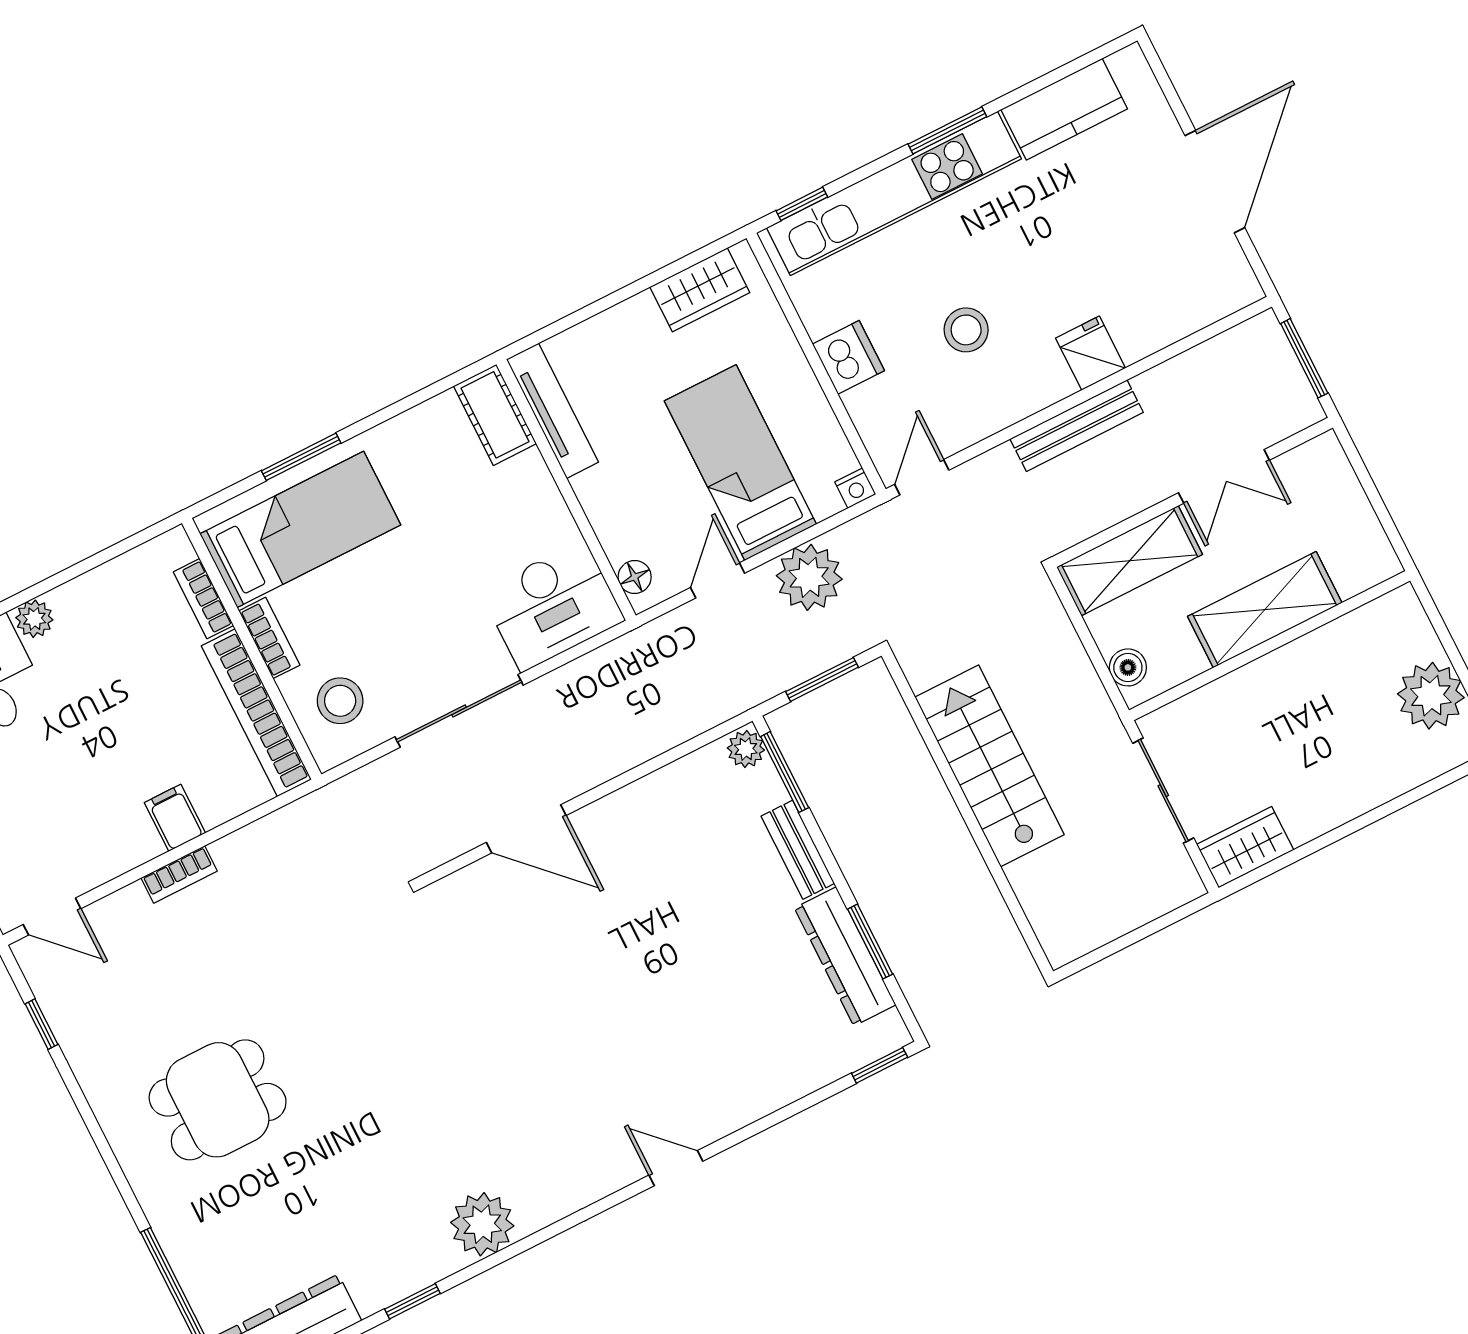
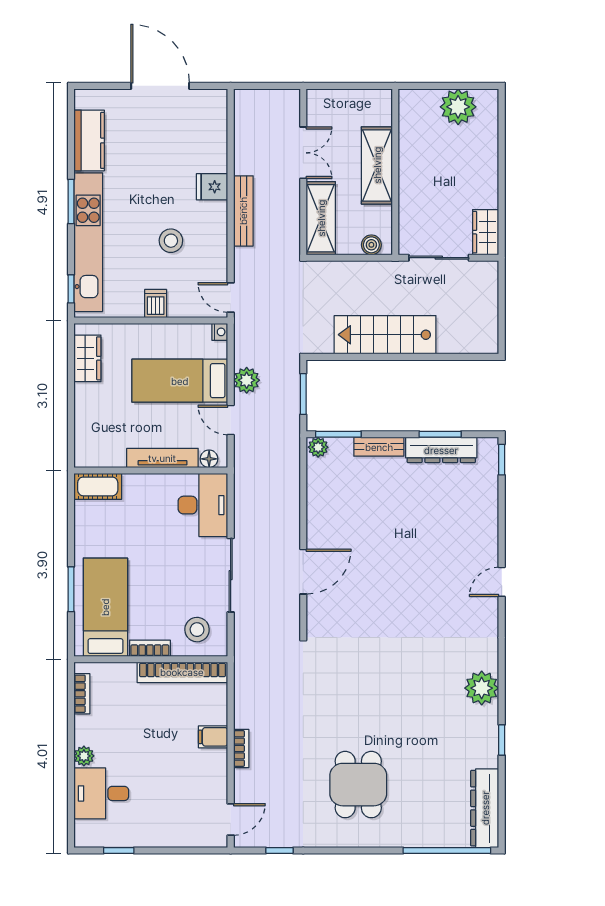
dishwasher: (848, 357) -> (156, 304), width x0.73
window: (1304, 358) -> (266, 86), removed
tv unit: (552, 411) -> (162, 458), moved
plant: (809, 577) -> (247, 380), width x0.73, depth x0.73
bookcase: (203, 599) -> (82, 694), moved, turned -90

